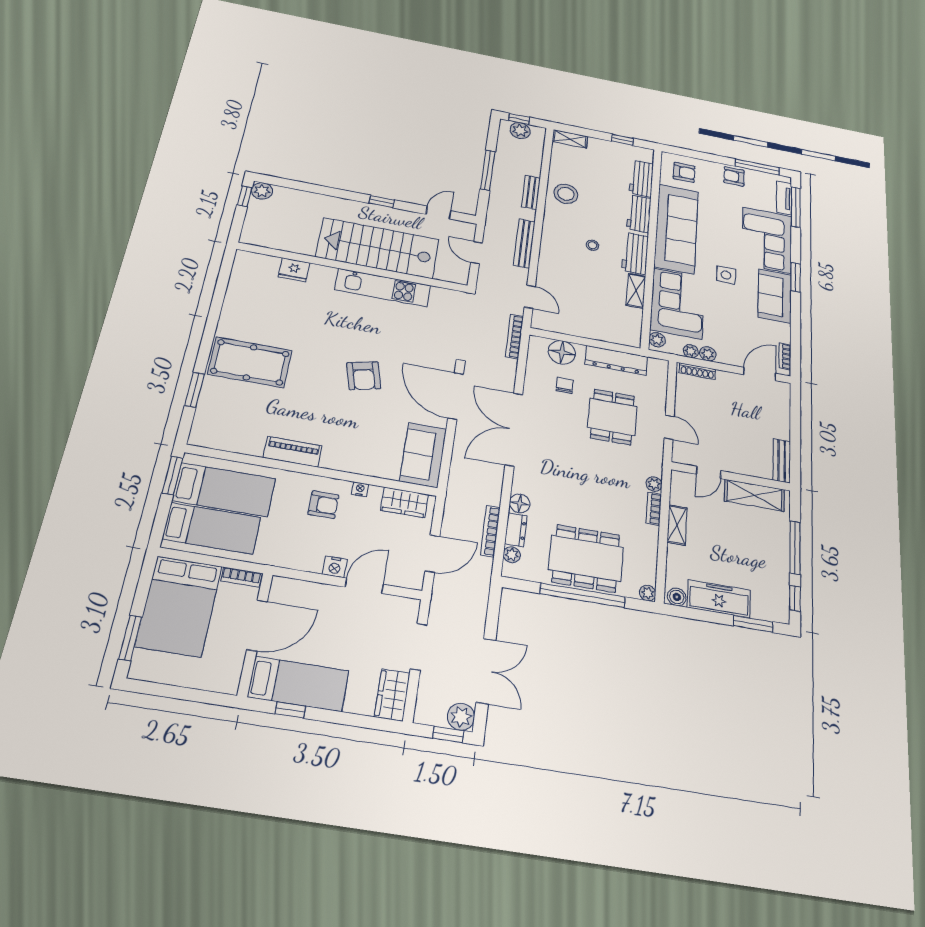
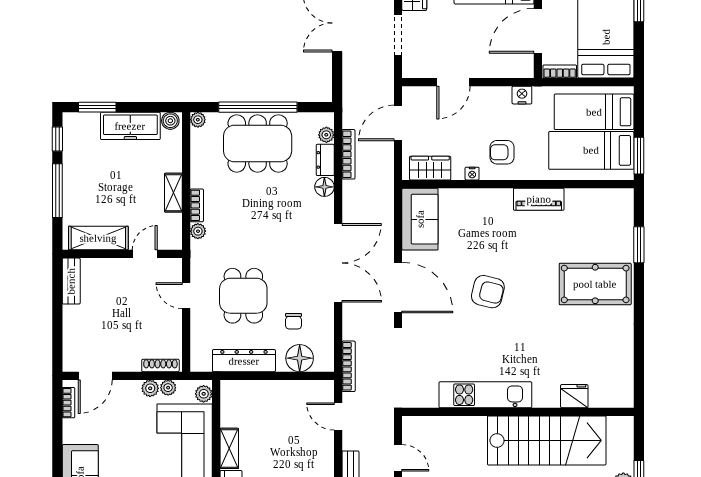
stairs: (378, 248) -> (547, 440), moved
armchair: (364, 376) -> (488, 292), turned 118
nightstand: (335, 567) -> (522, 95), moved

